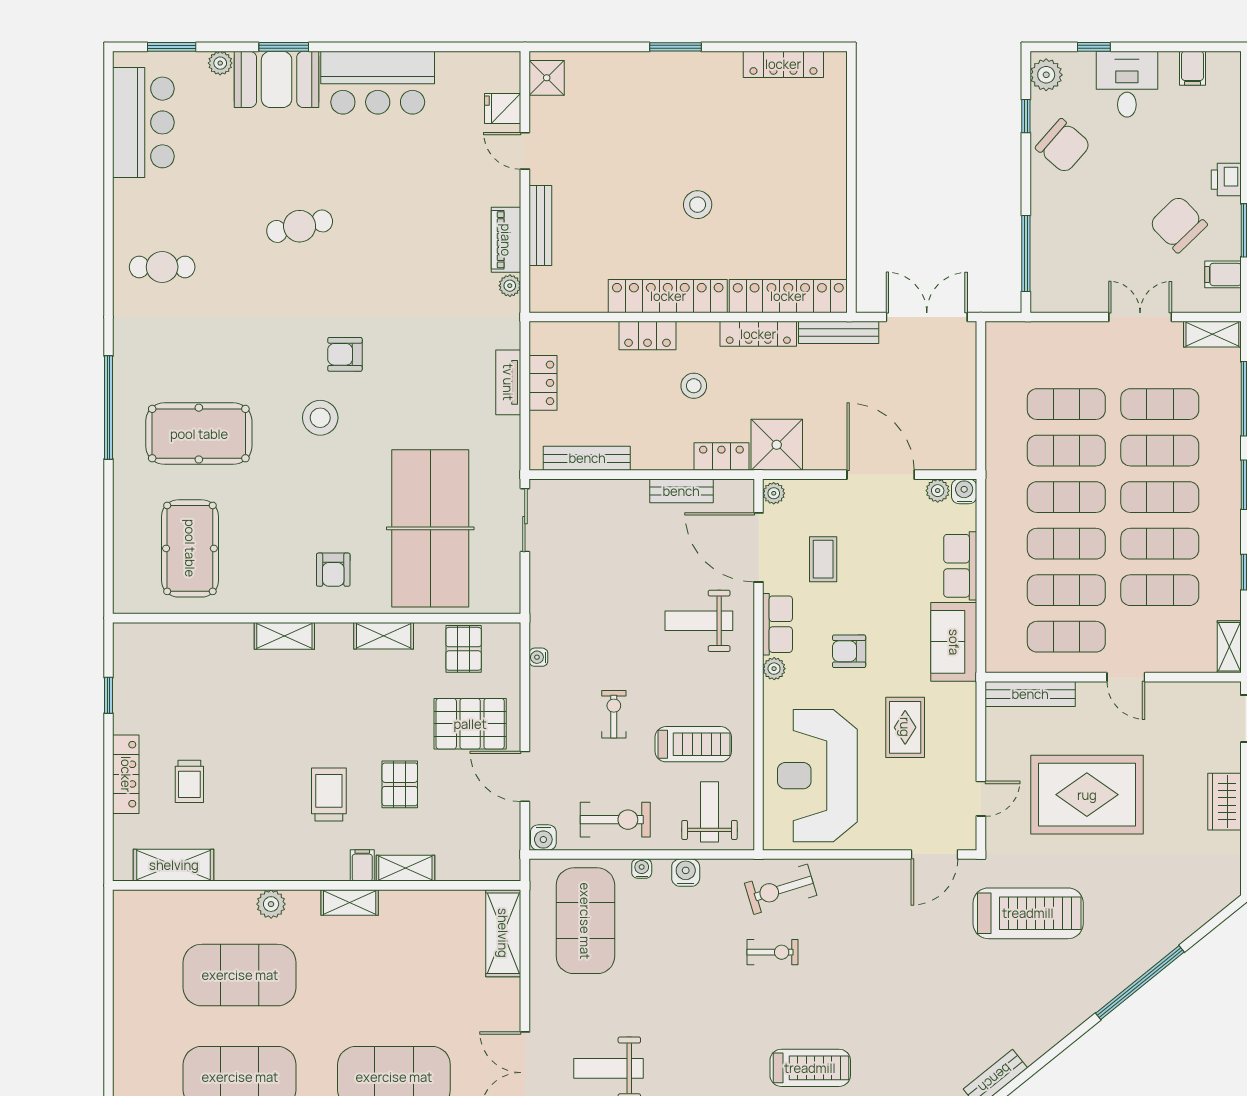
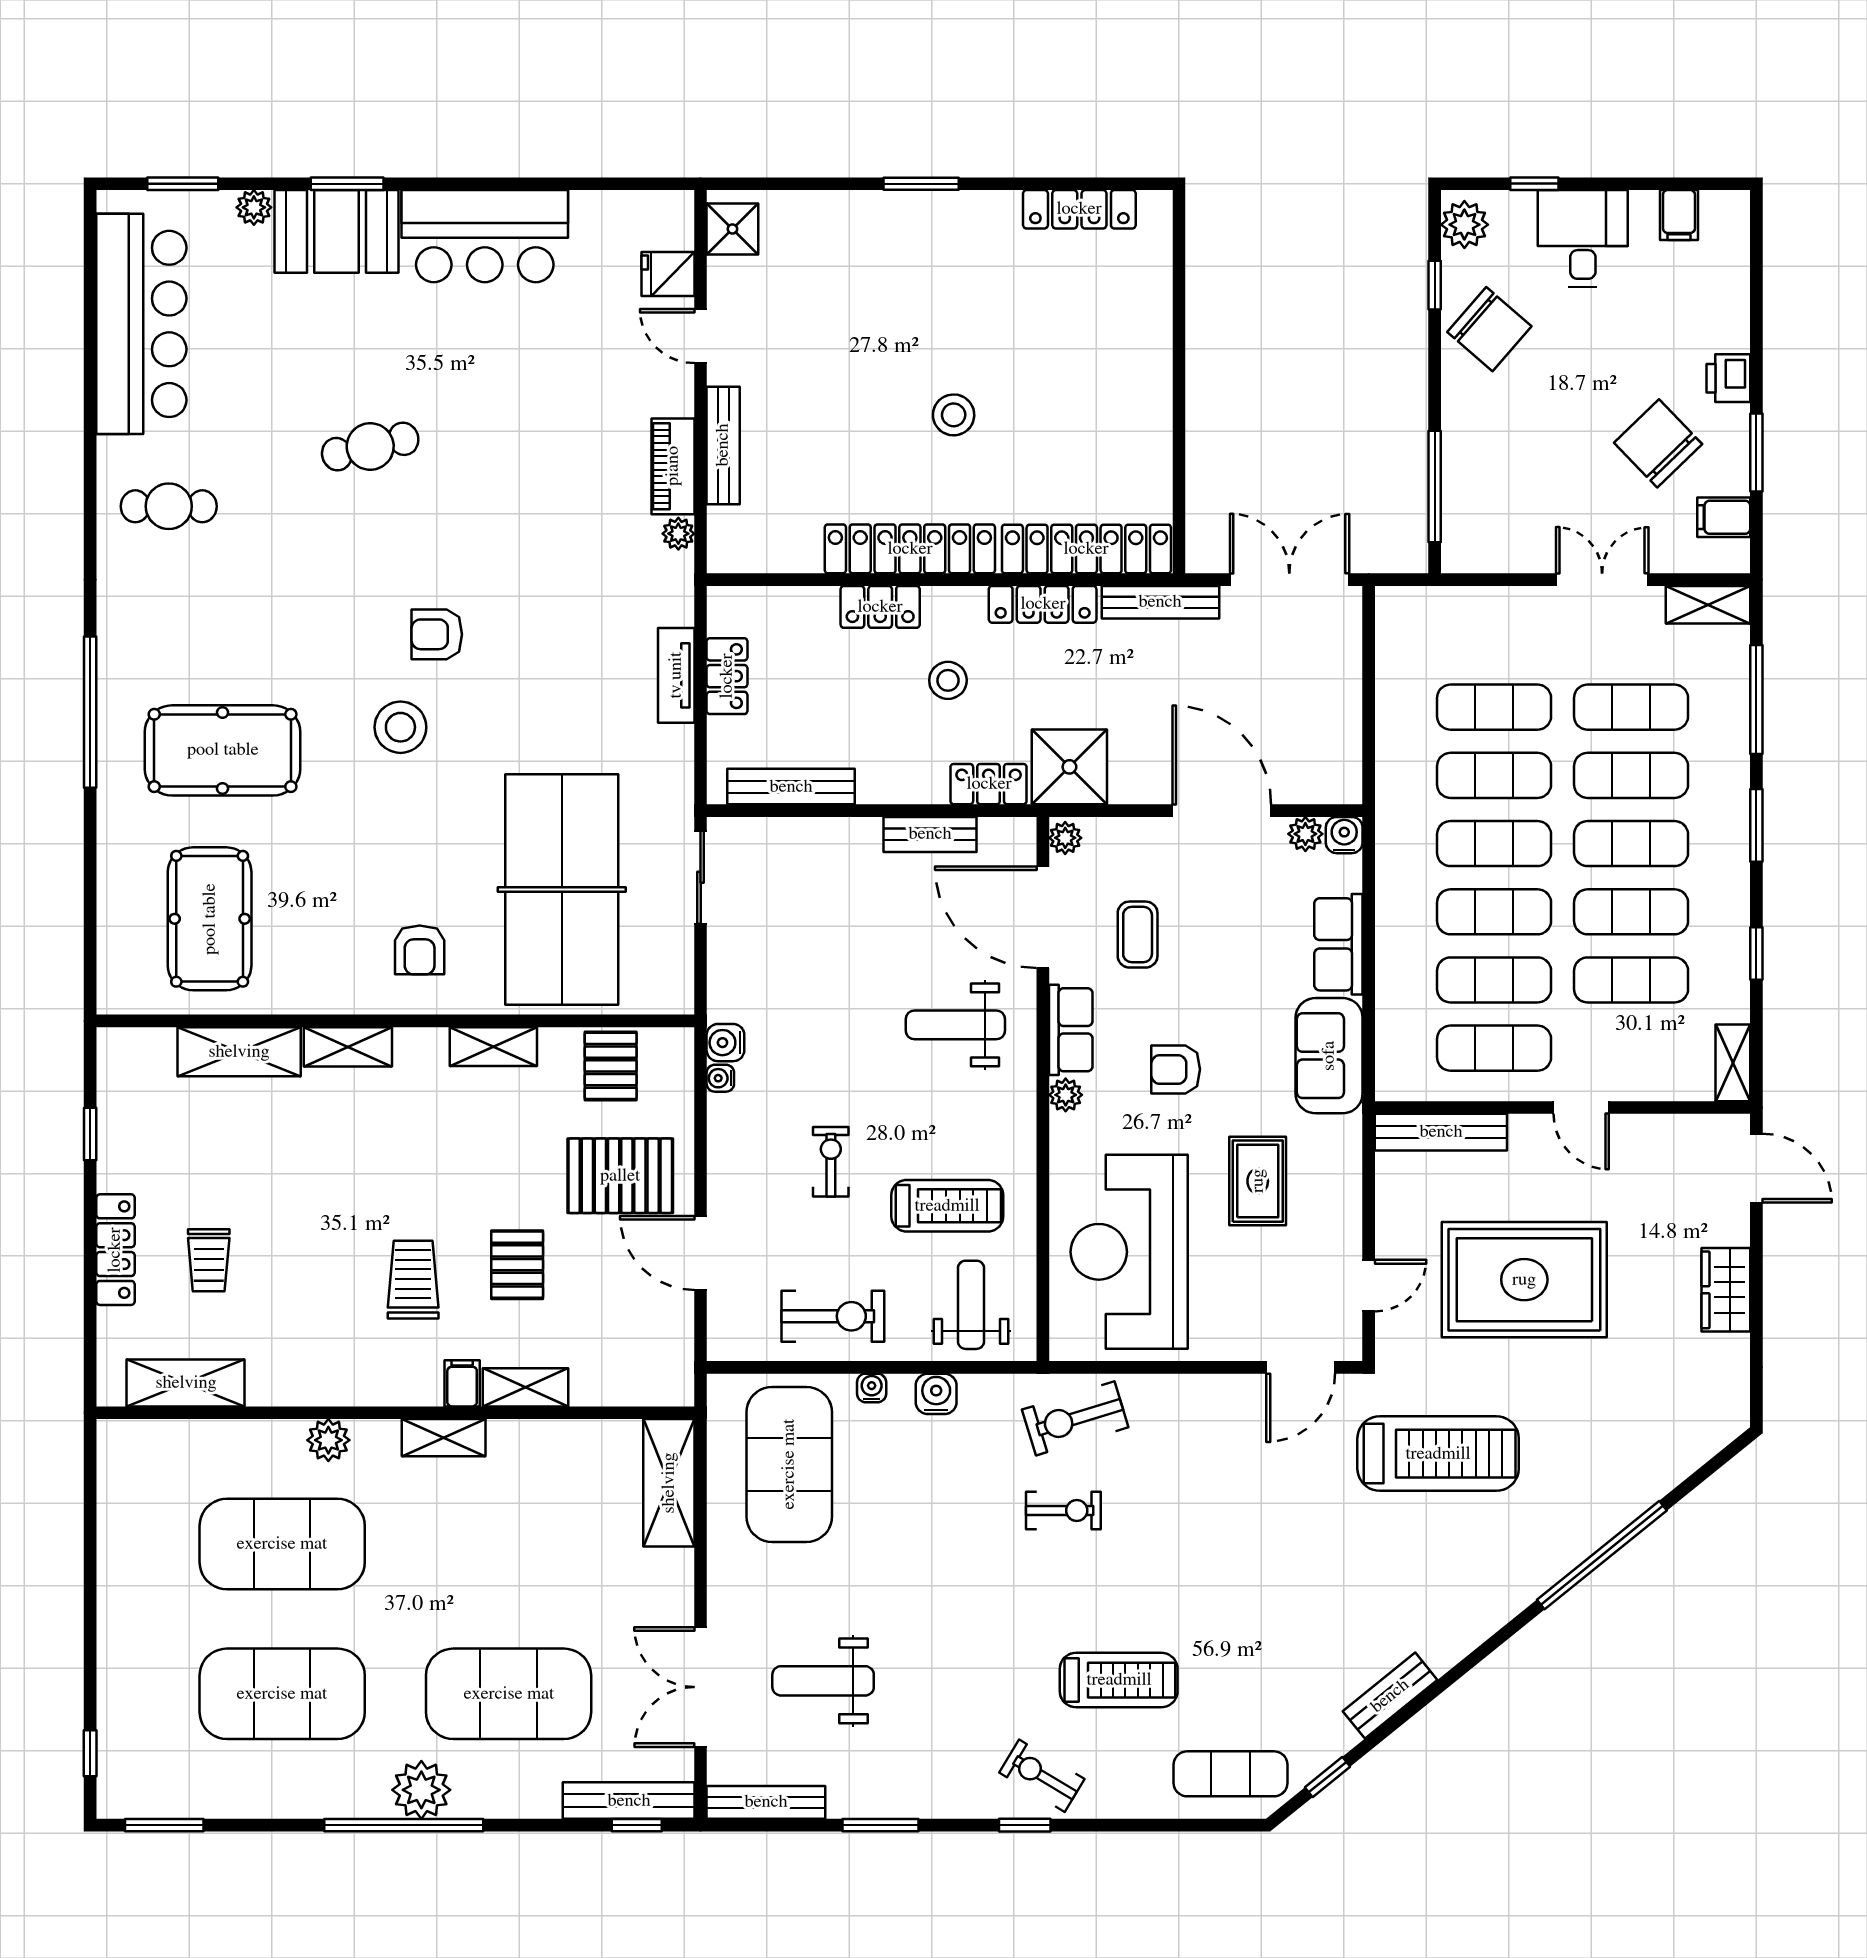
bar counter: (143, 122) -> (141, 324), width x1.36
shelving: (210, 639) -> (239, 1052), added
water cooler: (543, 837) -> (725, 1043), moved, turned 90

